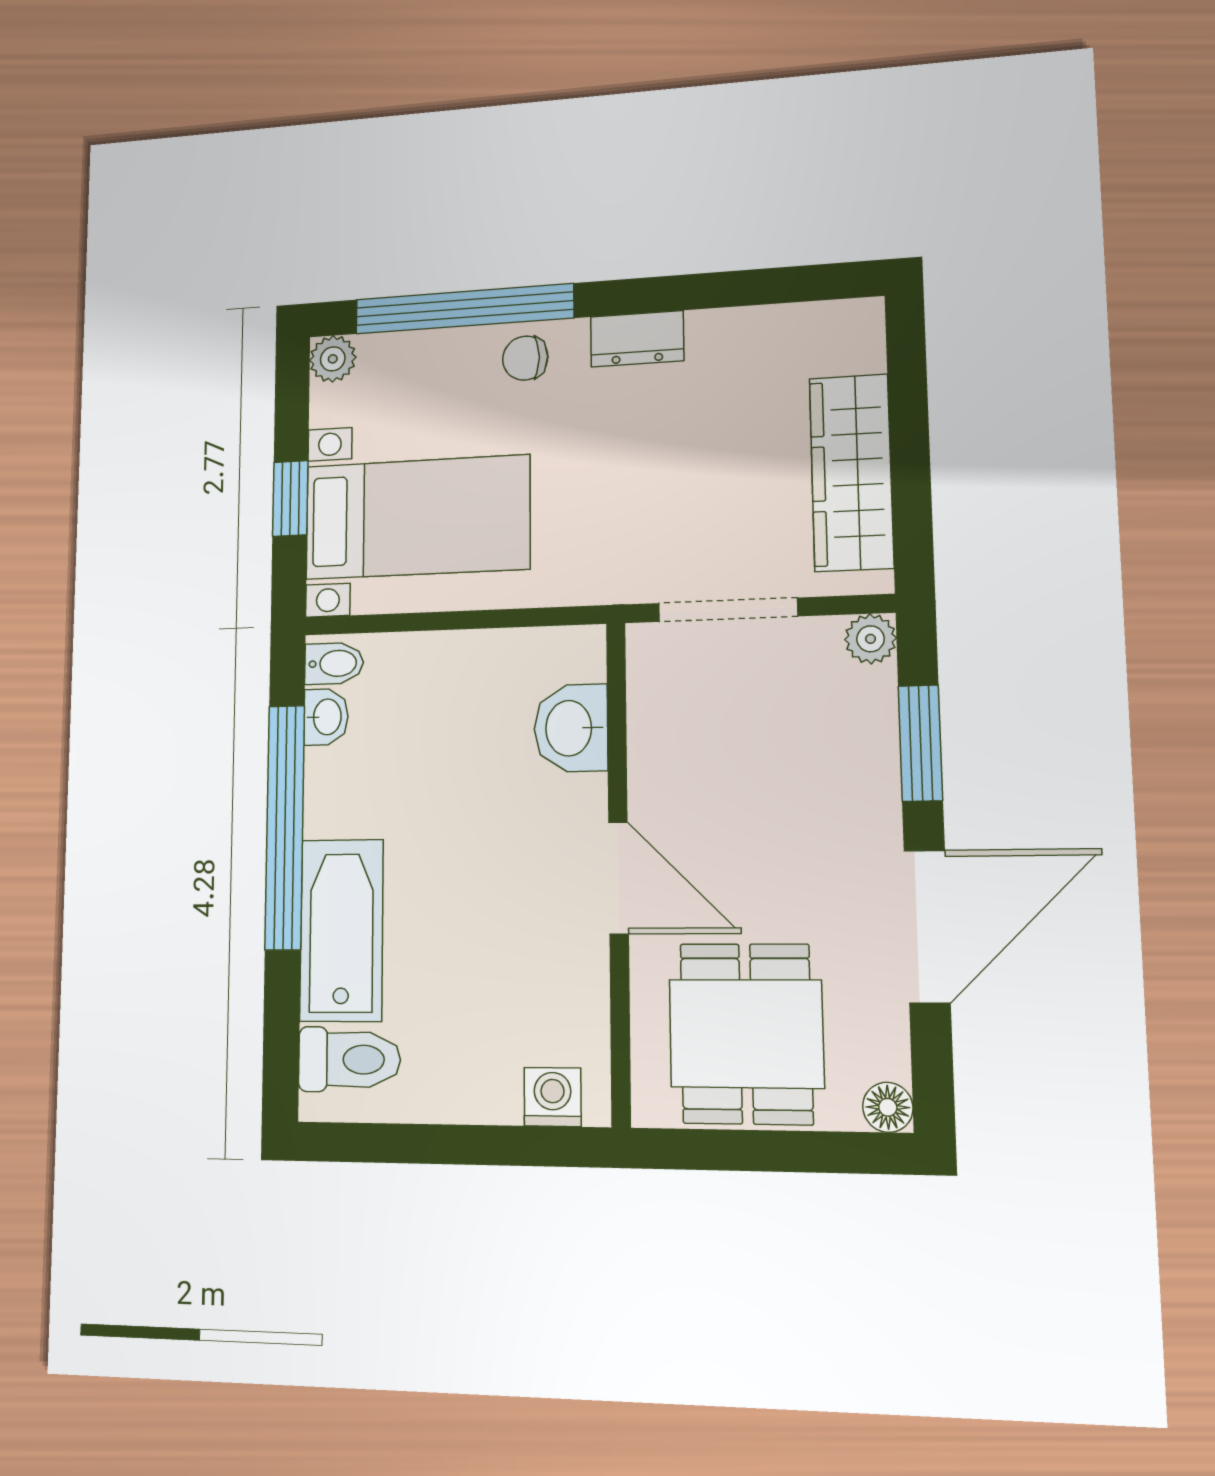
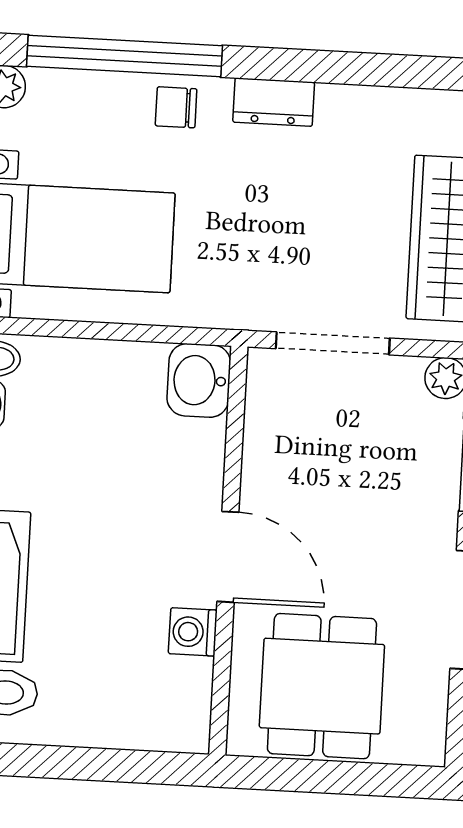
washbasin: (571, 728) -> (199, 380), moved
washing machine: (553, 1097) -> (193, 632), moved, turned -90
floor lamp: (888, 1107) -> (427, 747), removed

